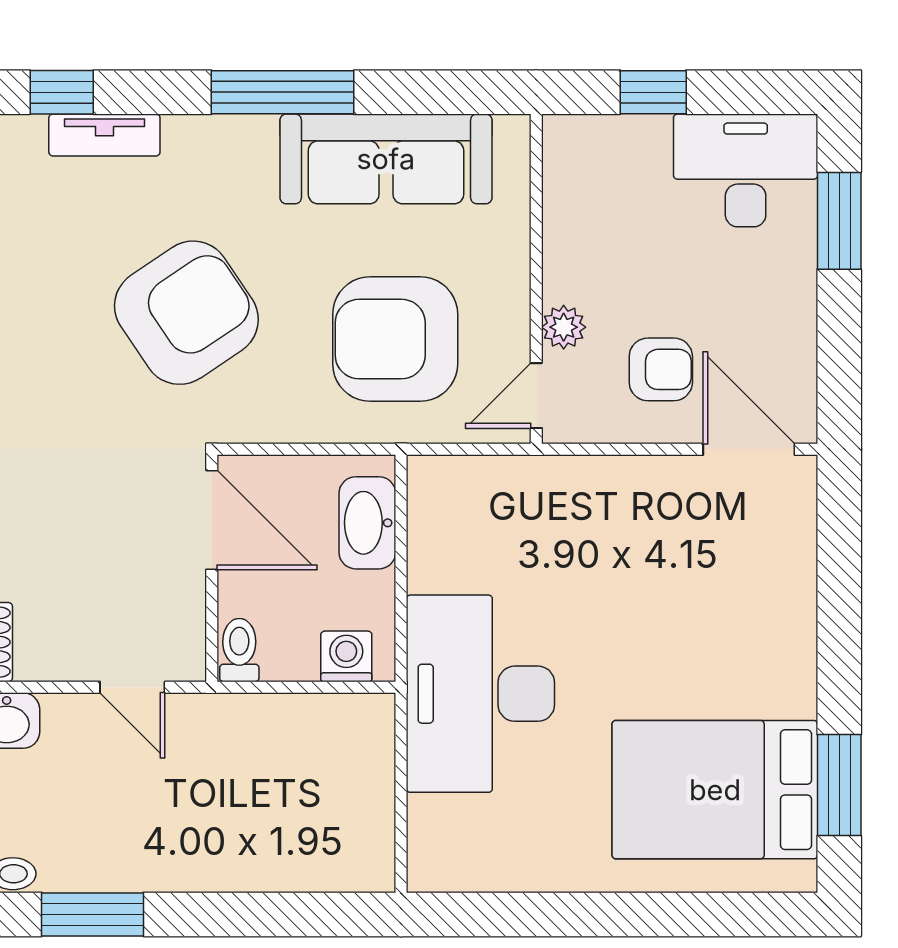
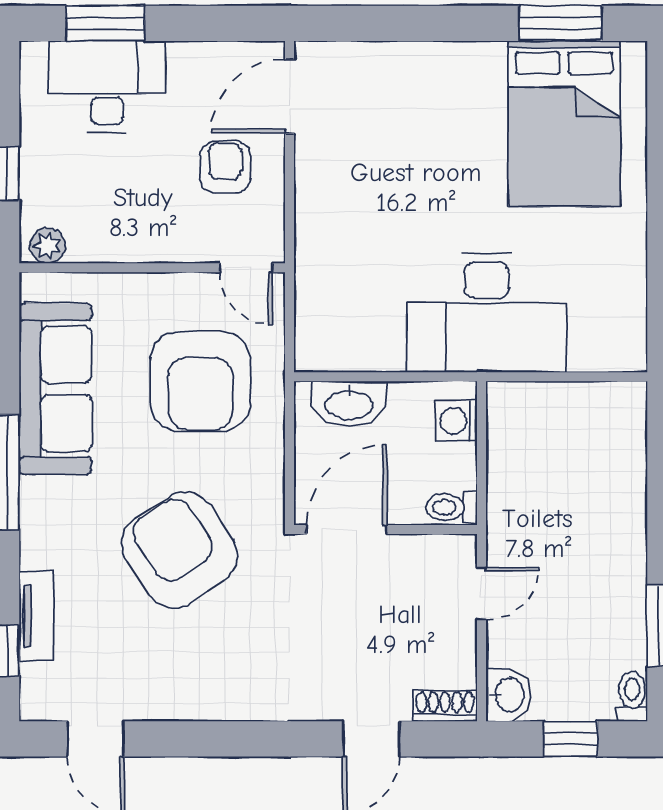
desk: (746, 170) -> (107, 86), moved, turned 90
plant: (564, 327) -> (48, 246), moved

